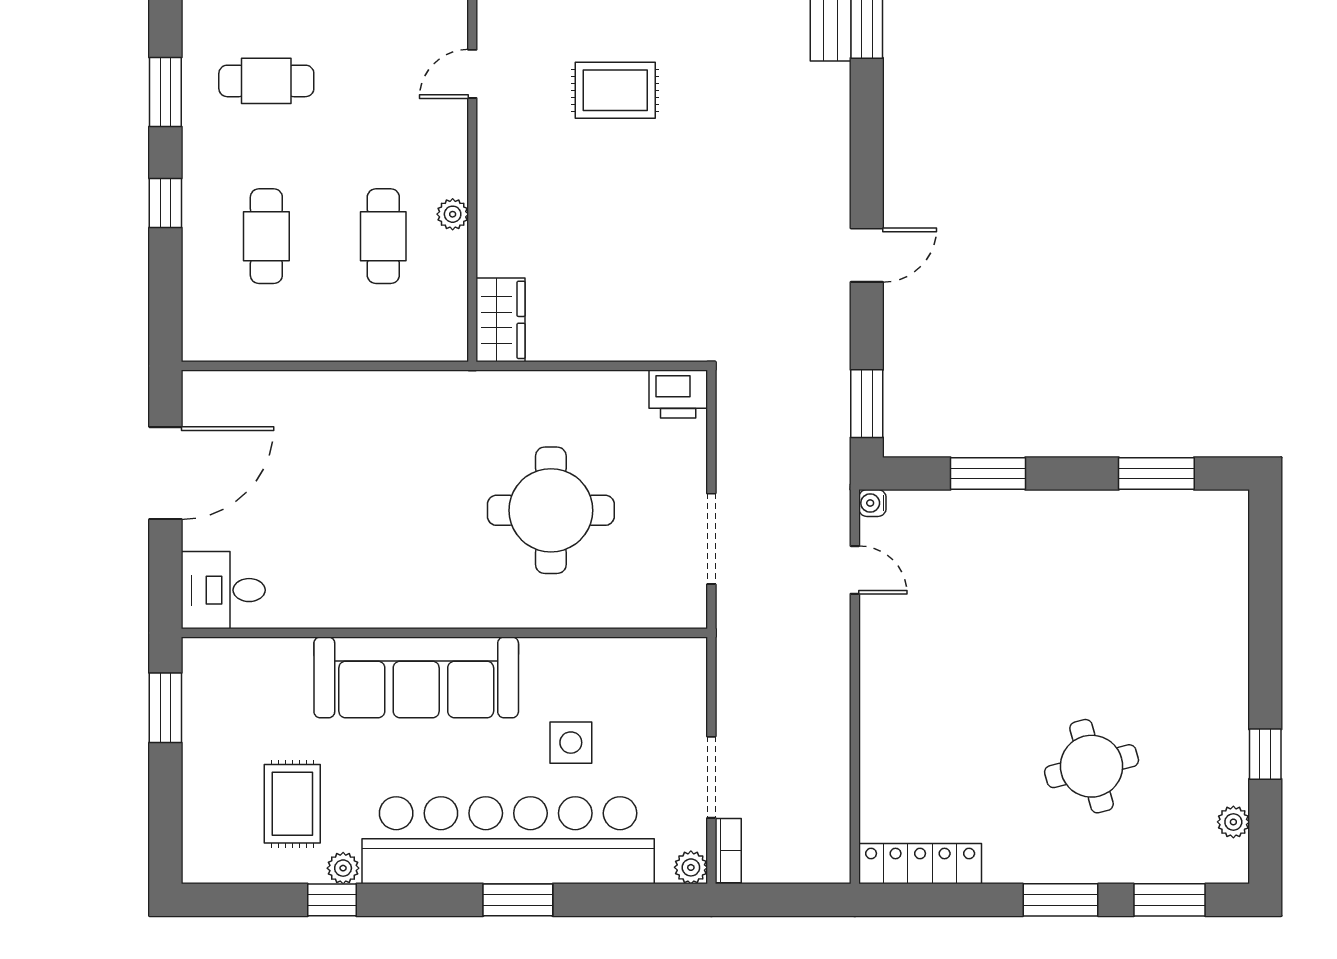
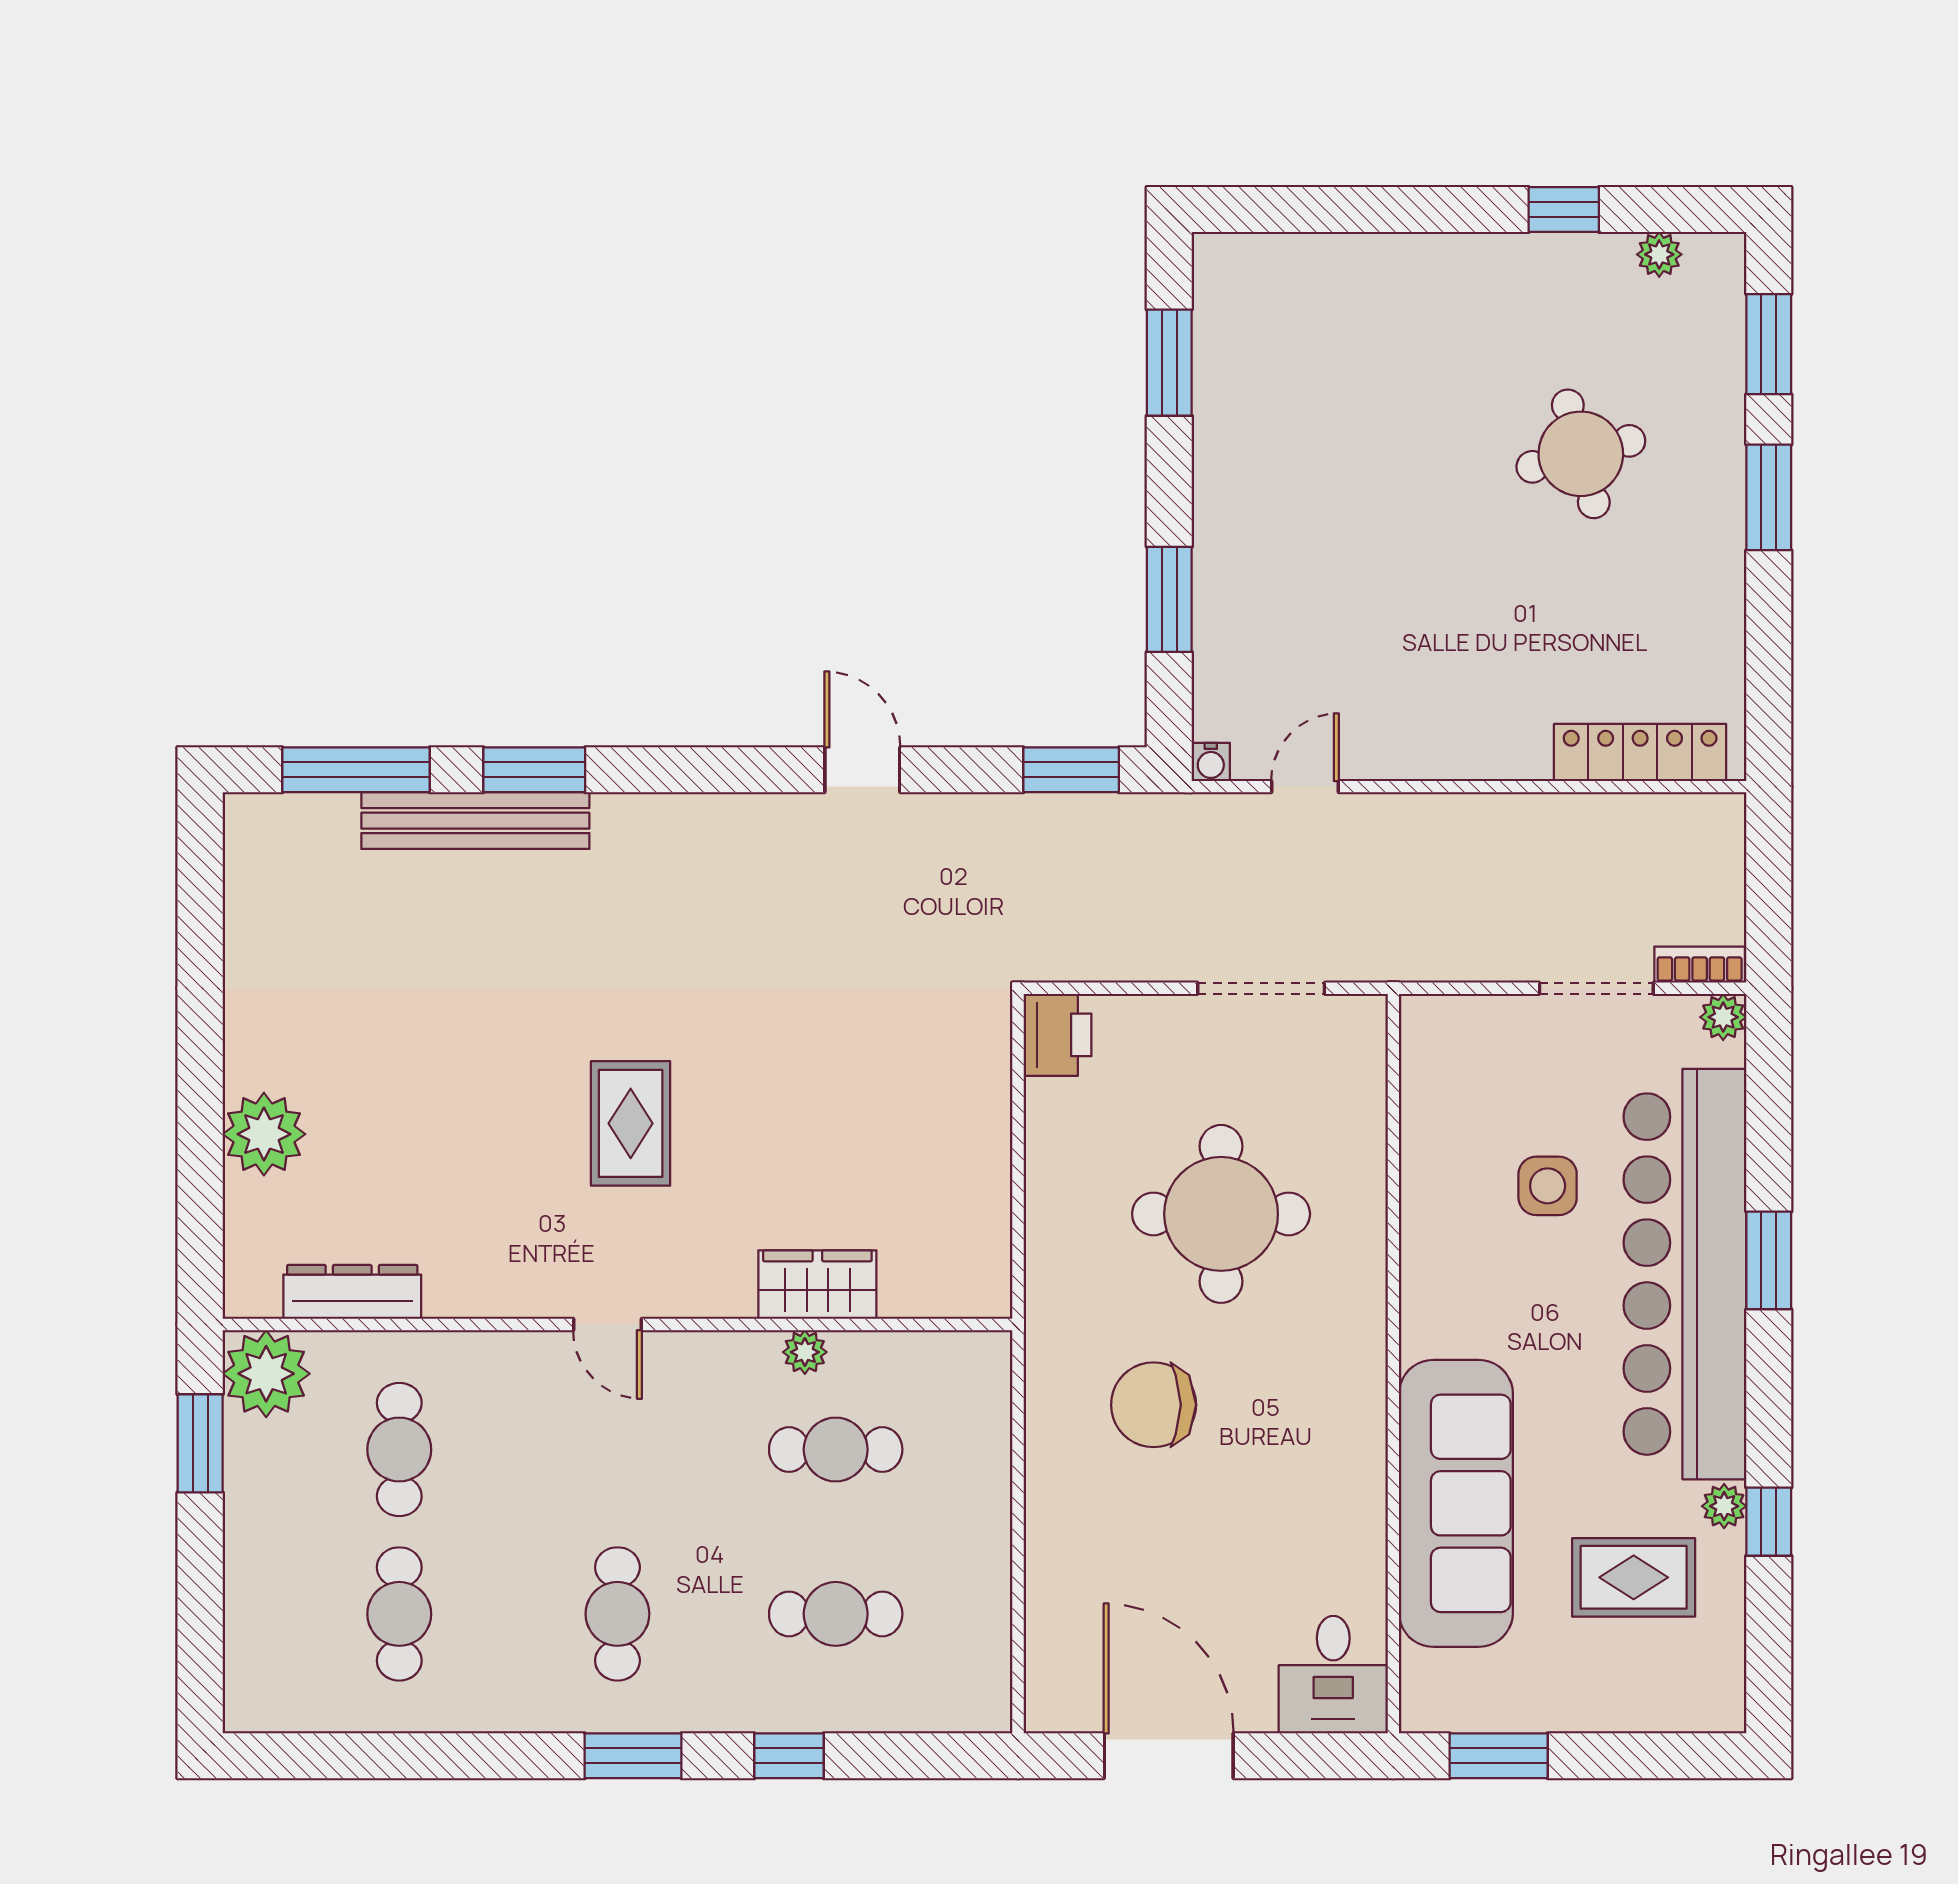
wardrobe: (501, 320) -> (817, 1285), moved
chair: (415, 462) -> (1154, 1405), added
sofa: (416, 677) -> (1456, 1503), moved
locker: (920, 864) -> (1640, 753), moved, turned 90

